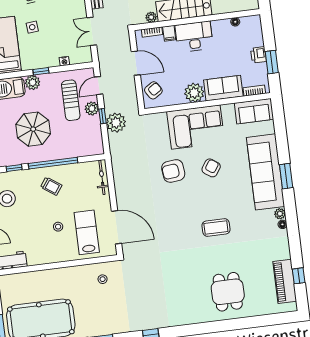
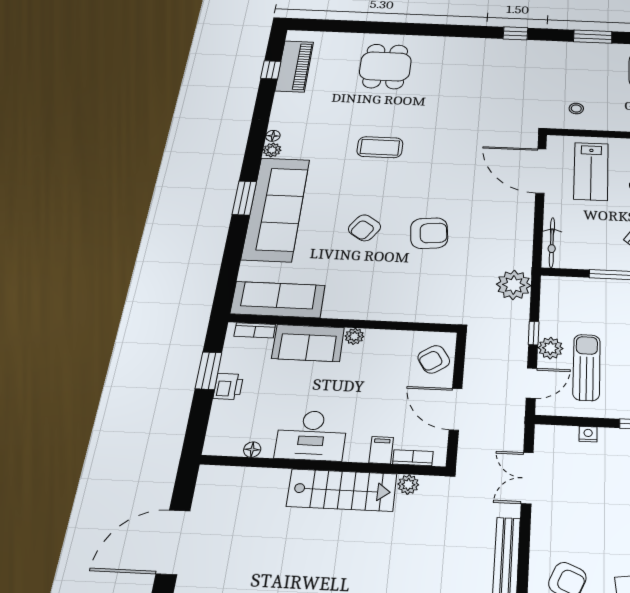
double door: (92, 31) -> (527, 478), swing flipped
desk: (194, 37) -> (311, 435), moved
plant: (194, 93) -> (354, 336), width x0.53, depth x0.53
sofa: (254, 111) -> (278, 300), width x1.36
plant: (116, 123) -> (514, 285), moved
corner sofa: (196, 127) -> (374, 291), removed

